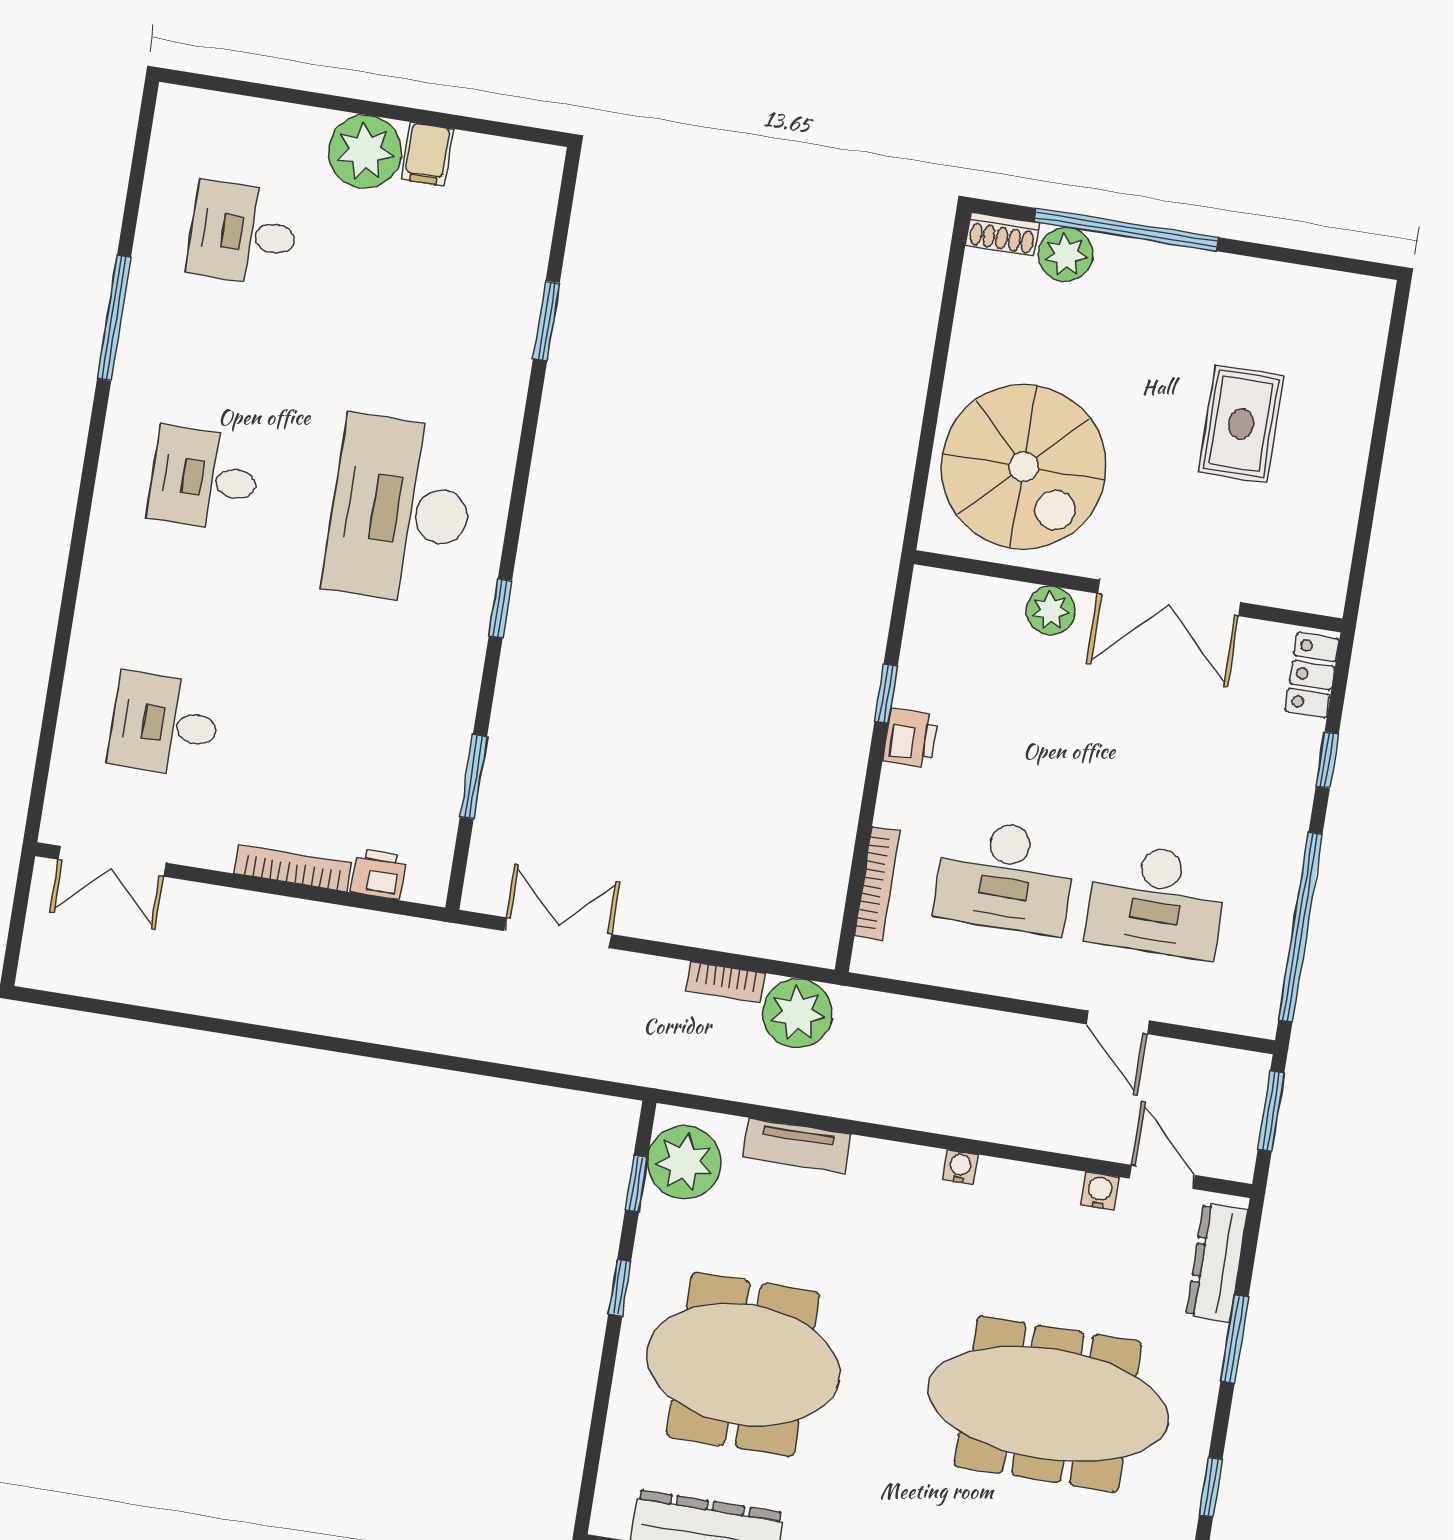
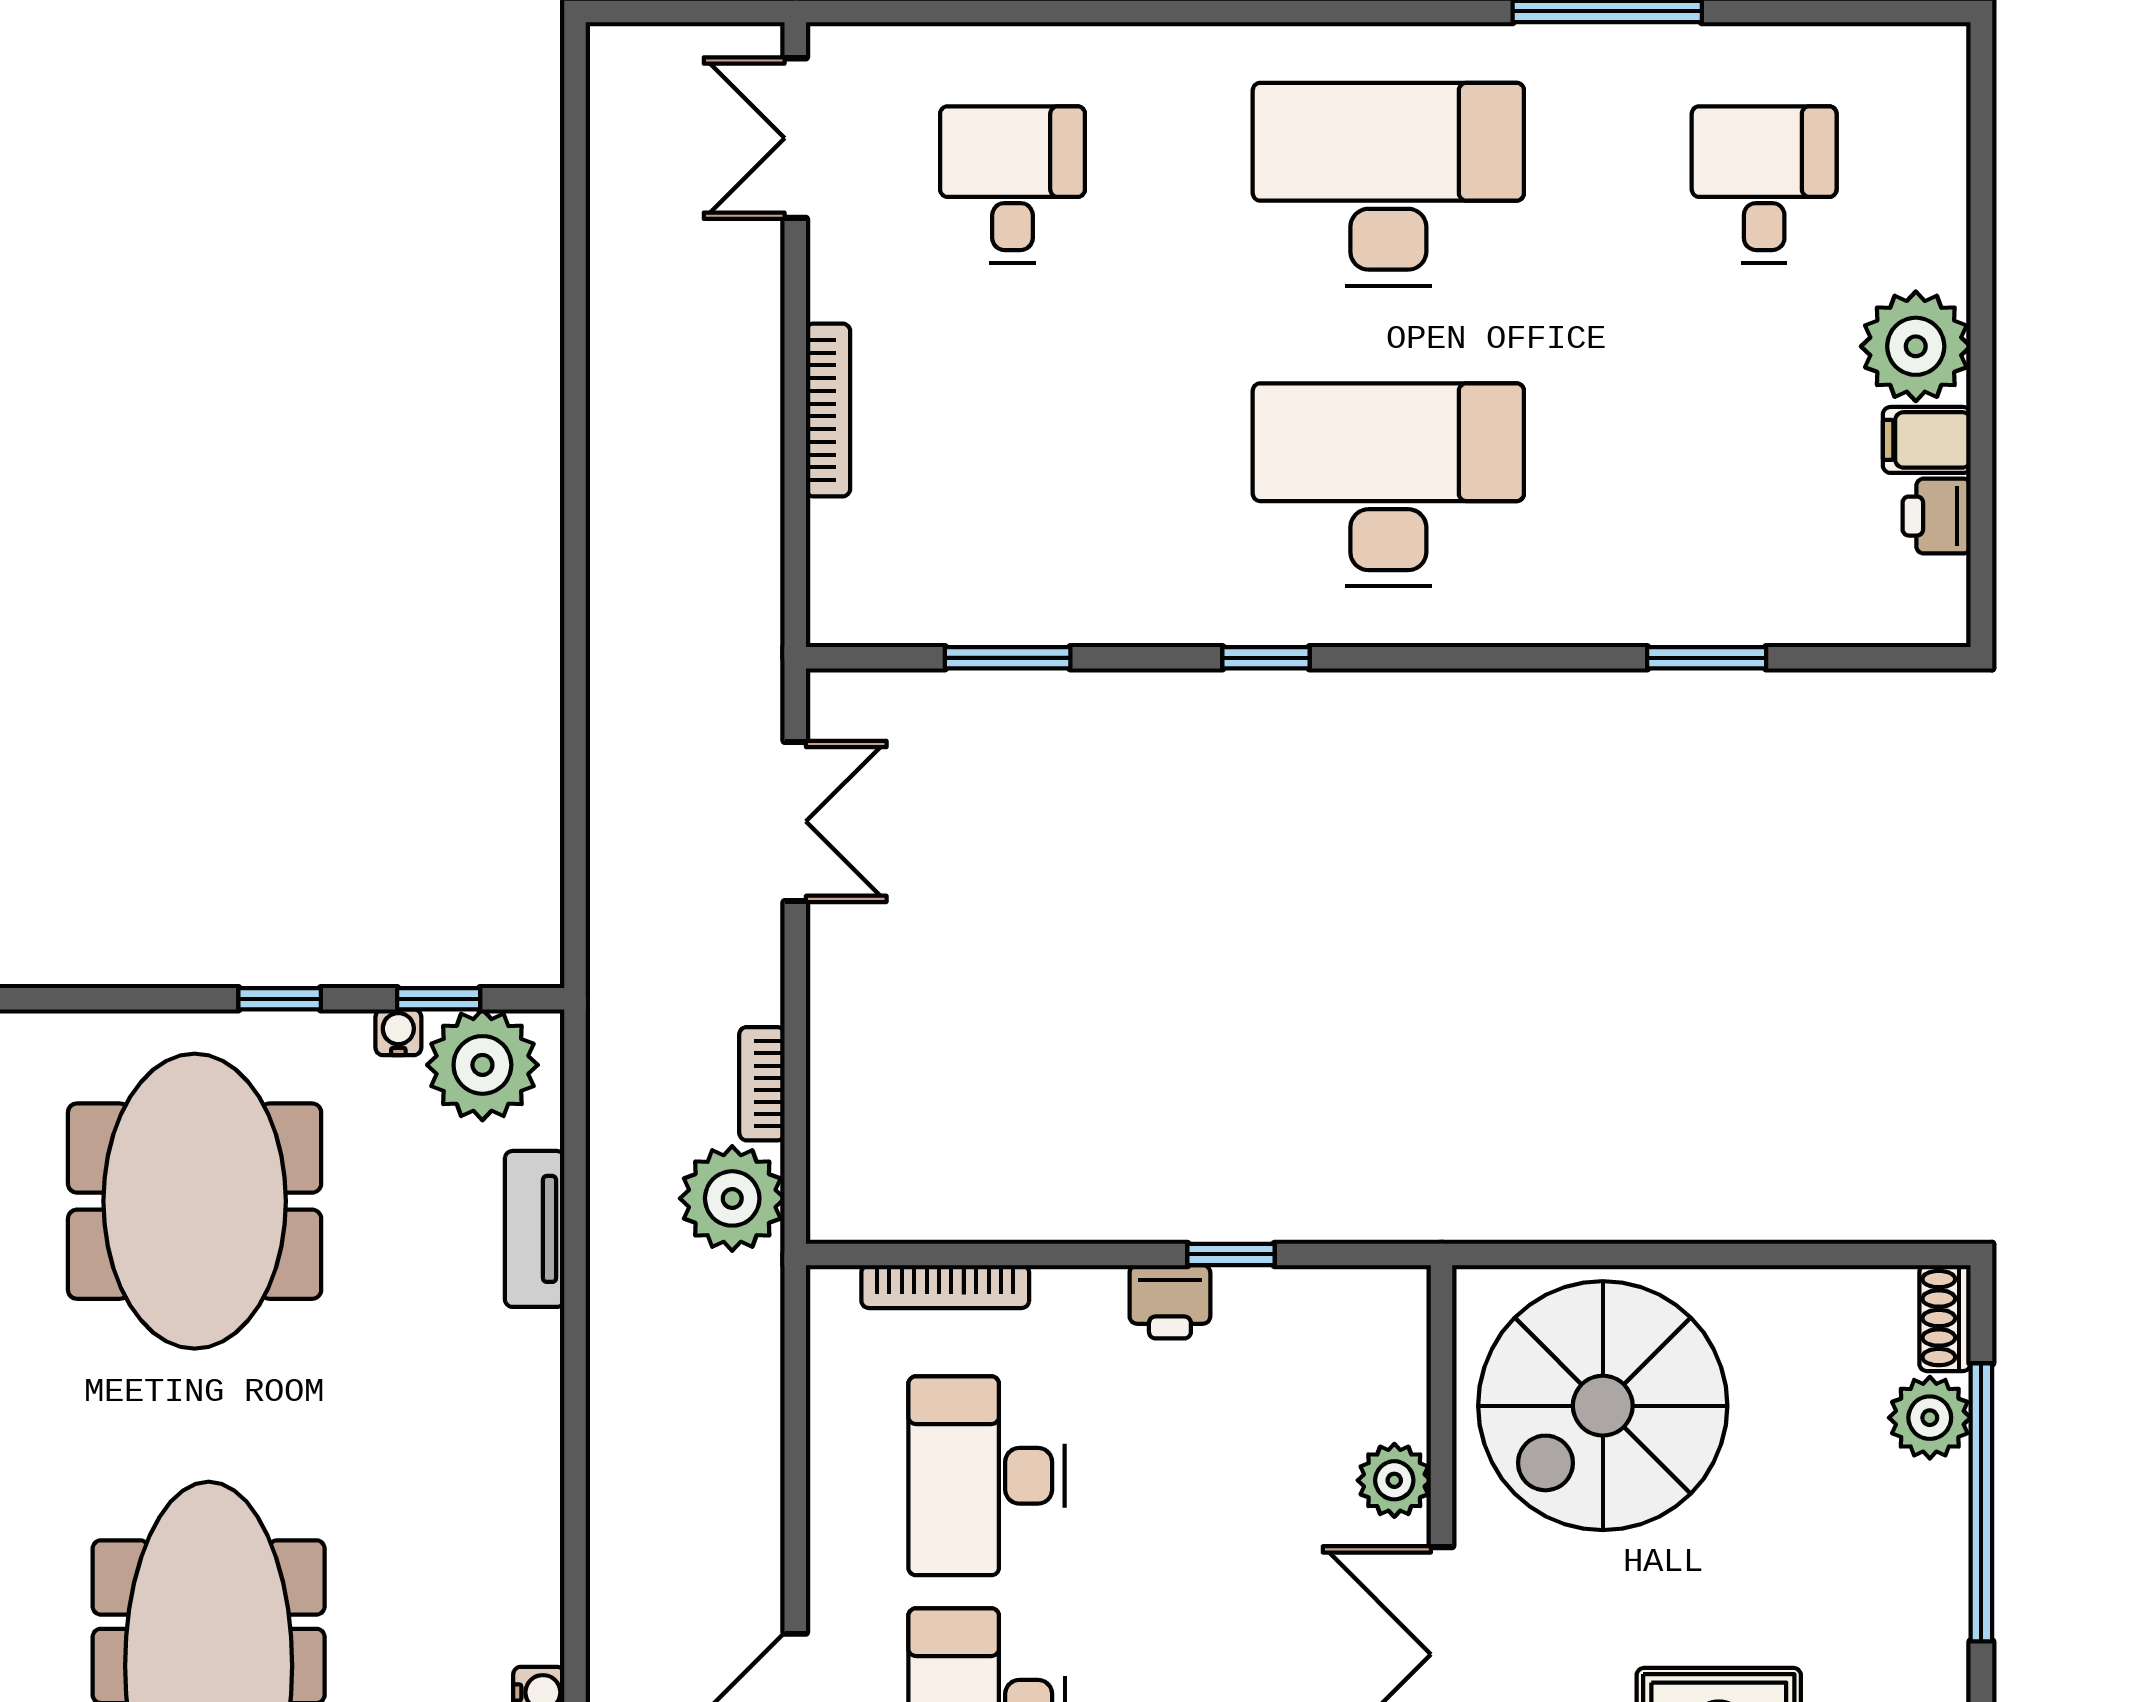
desk: (204, 479) -> (1388, 184), width x1.87, depth x1.30
printer: (379, 874) -> (1937, 516), moved, turned 180
water cooler: (960, 1167) -> (398, 1032), moved, turned -90

